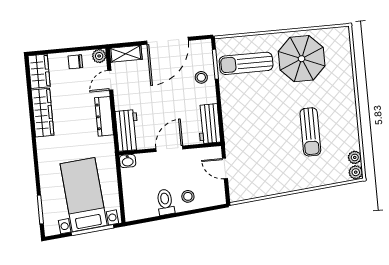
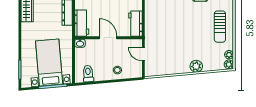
sun lounger: (310, 132) -> (220, 27), moved
door: (169, 149) -> (108, 38), hinge flipped
plant: (307, 180) -> (196, 66), added
toilet: (165, 202) -> (88, 74), moved

